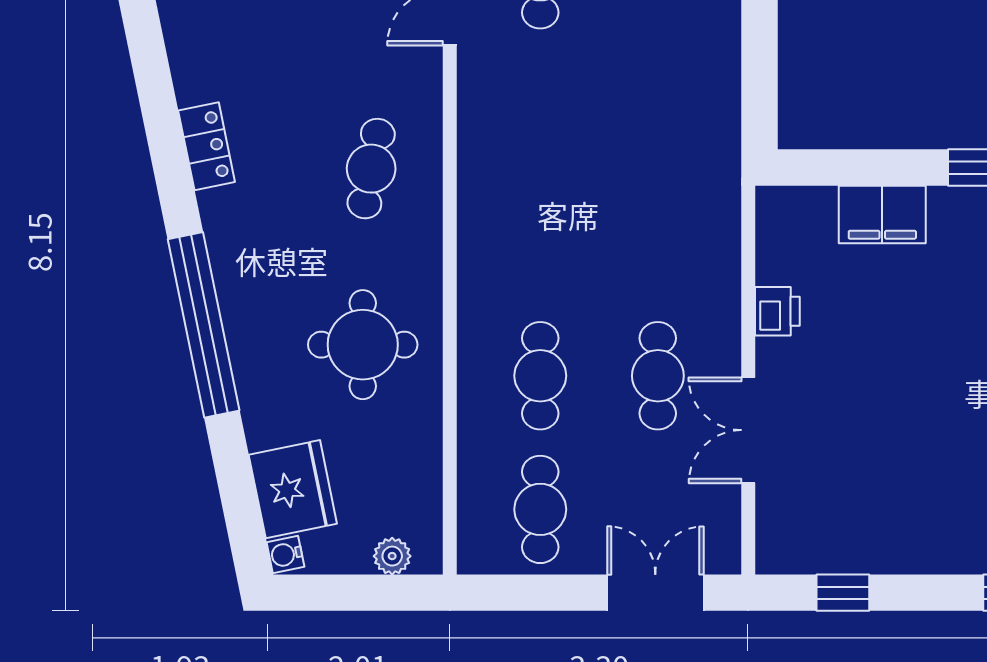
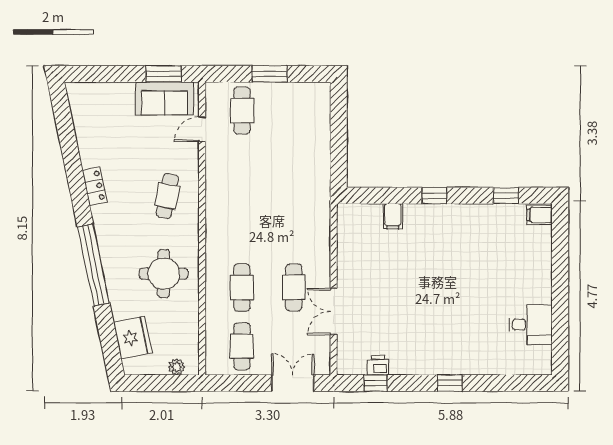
filing cabinet: (882, 214) -> (393, 216), width x0.50
printer: (777, 311) -> (378, 365), moved, turned -90
water cooler: (285, 554) -> (130, 366), removed

